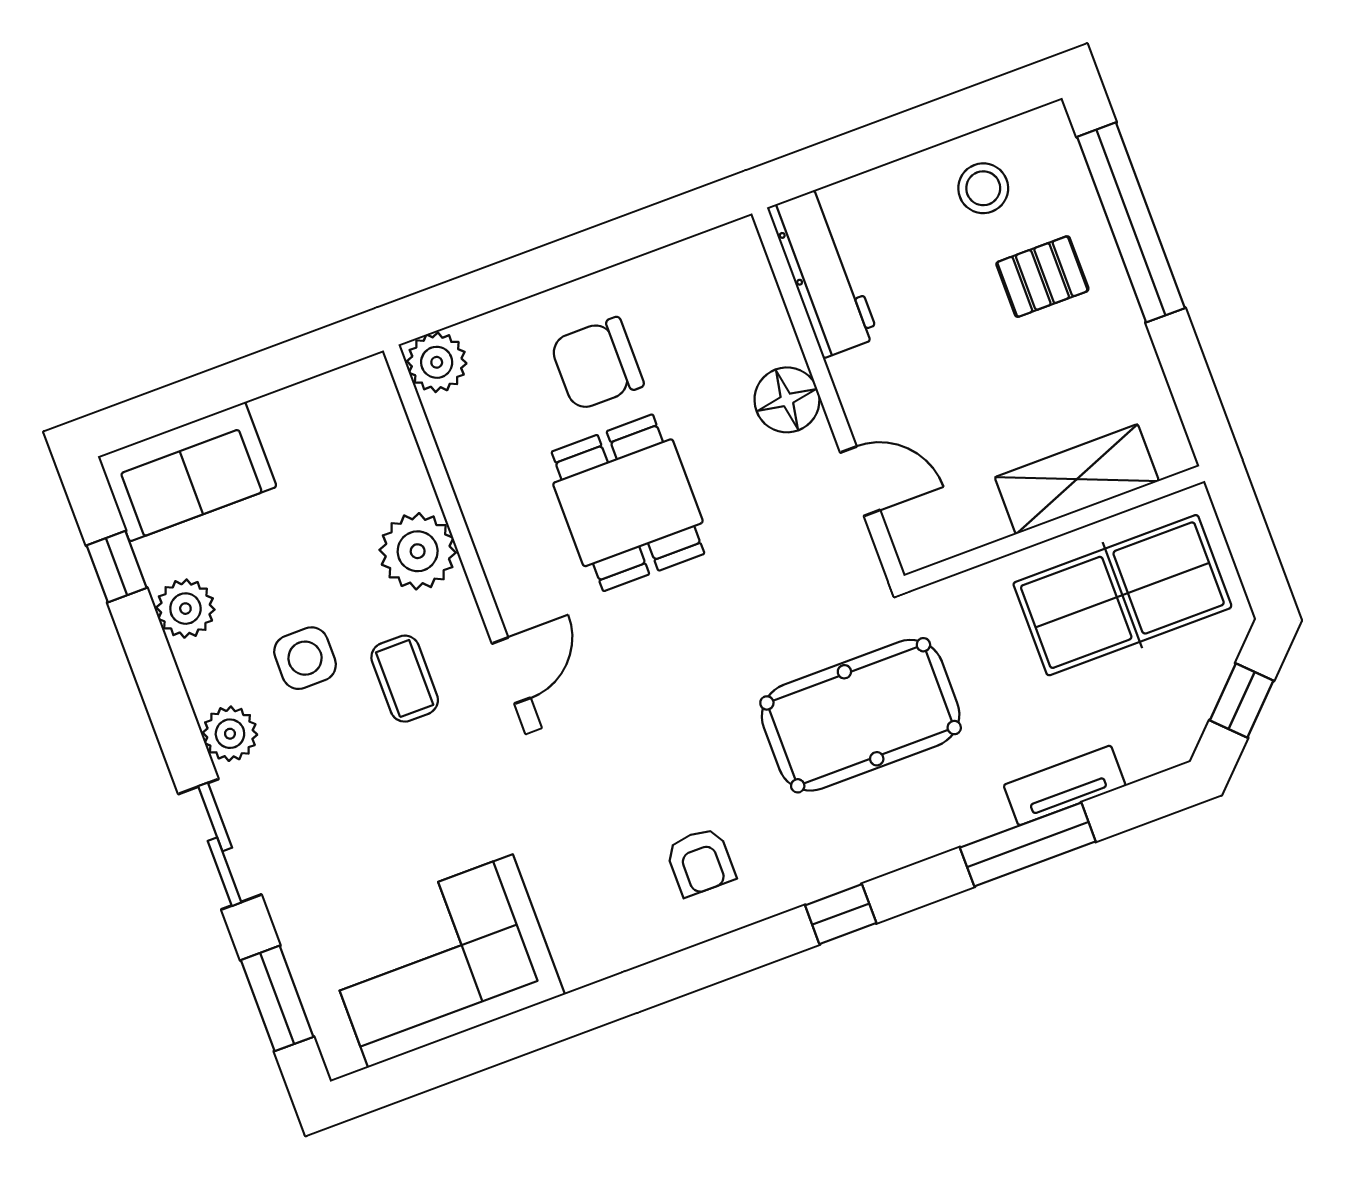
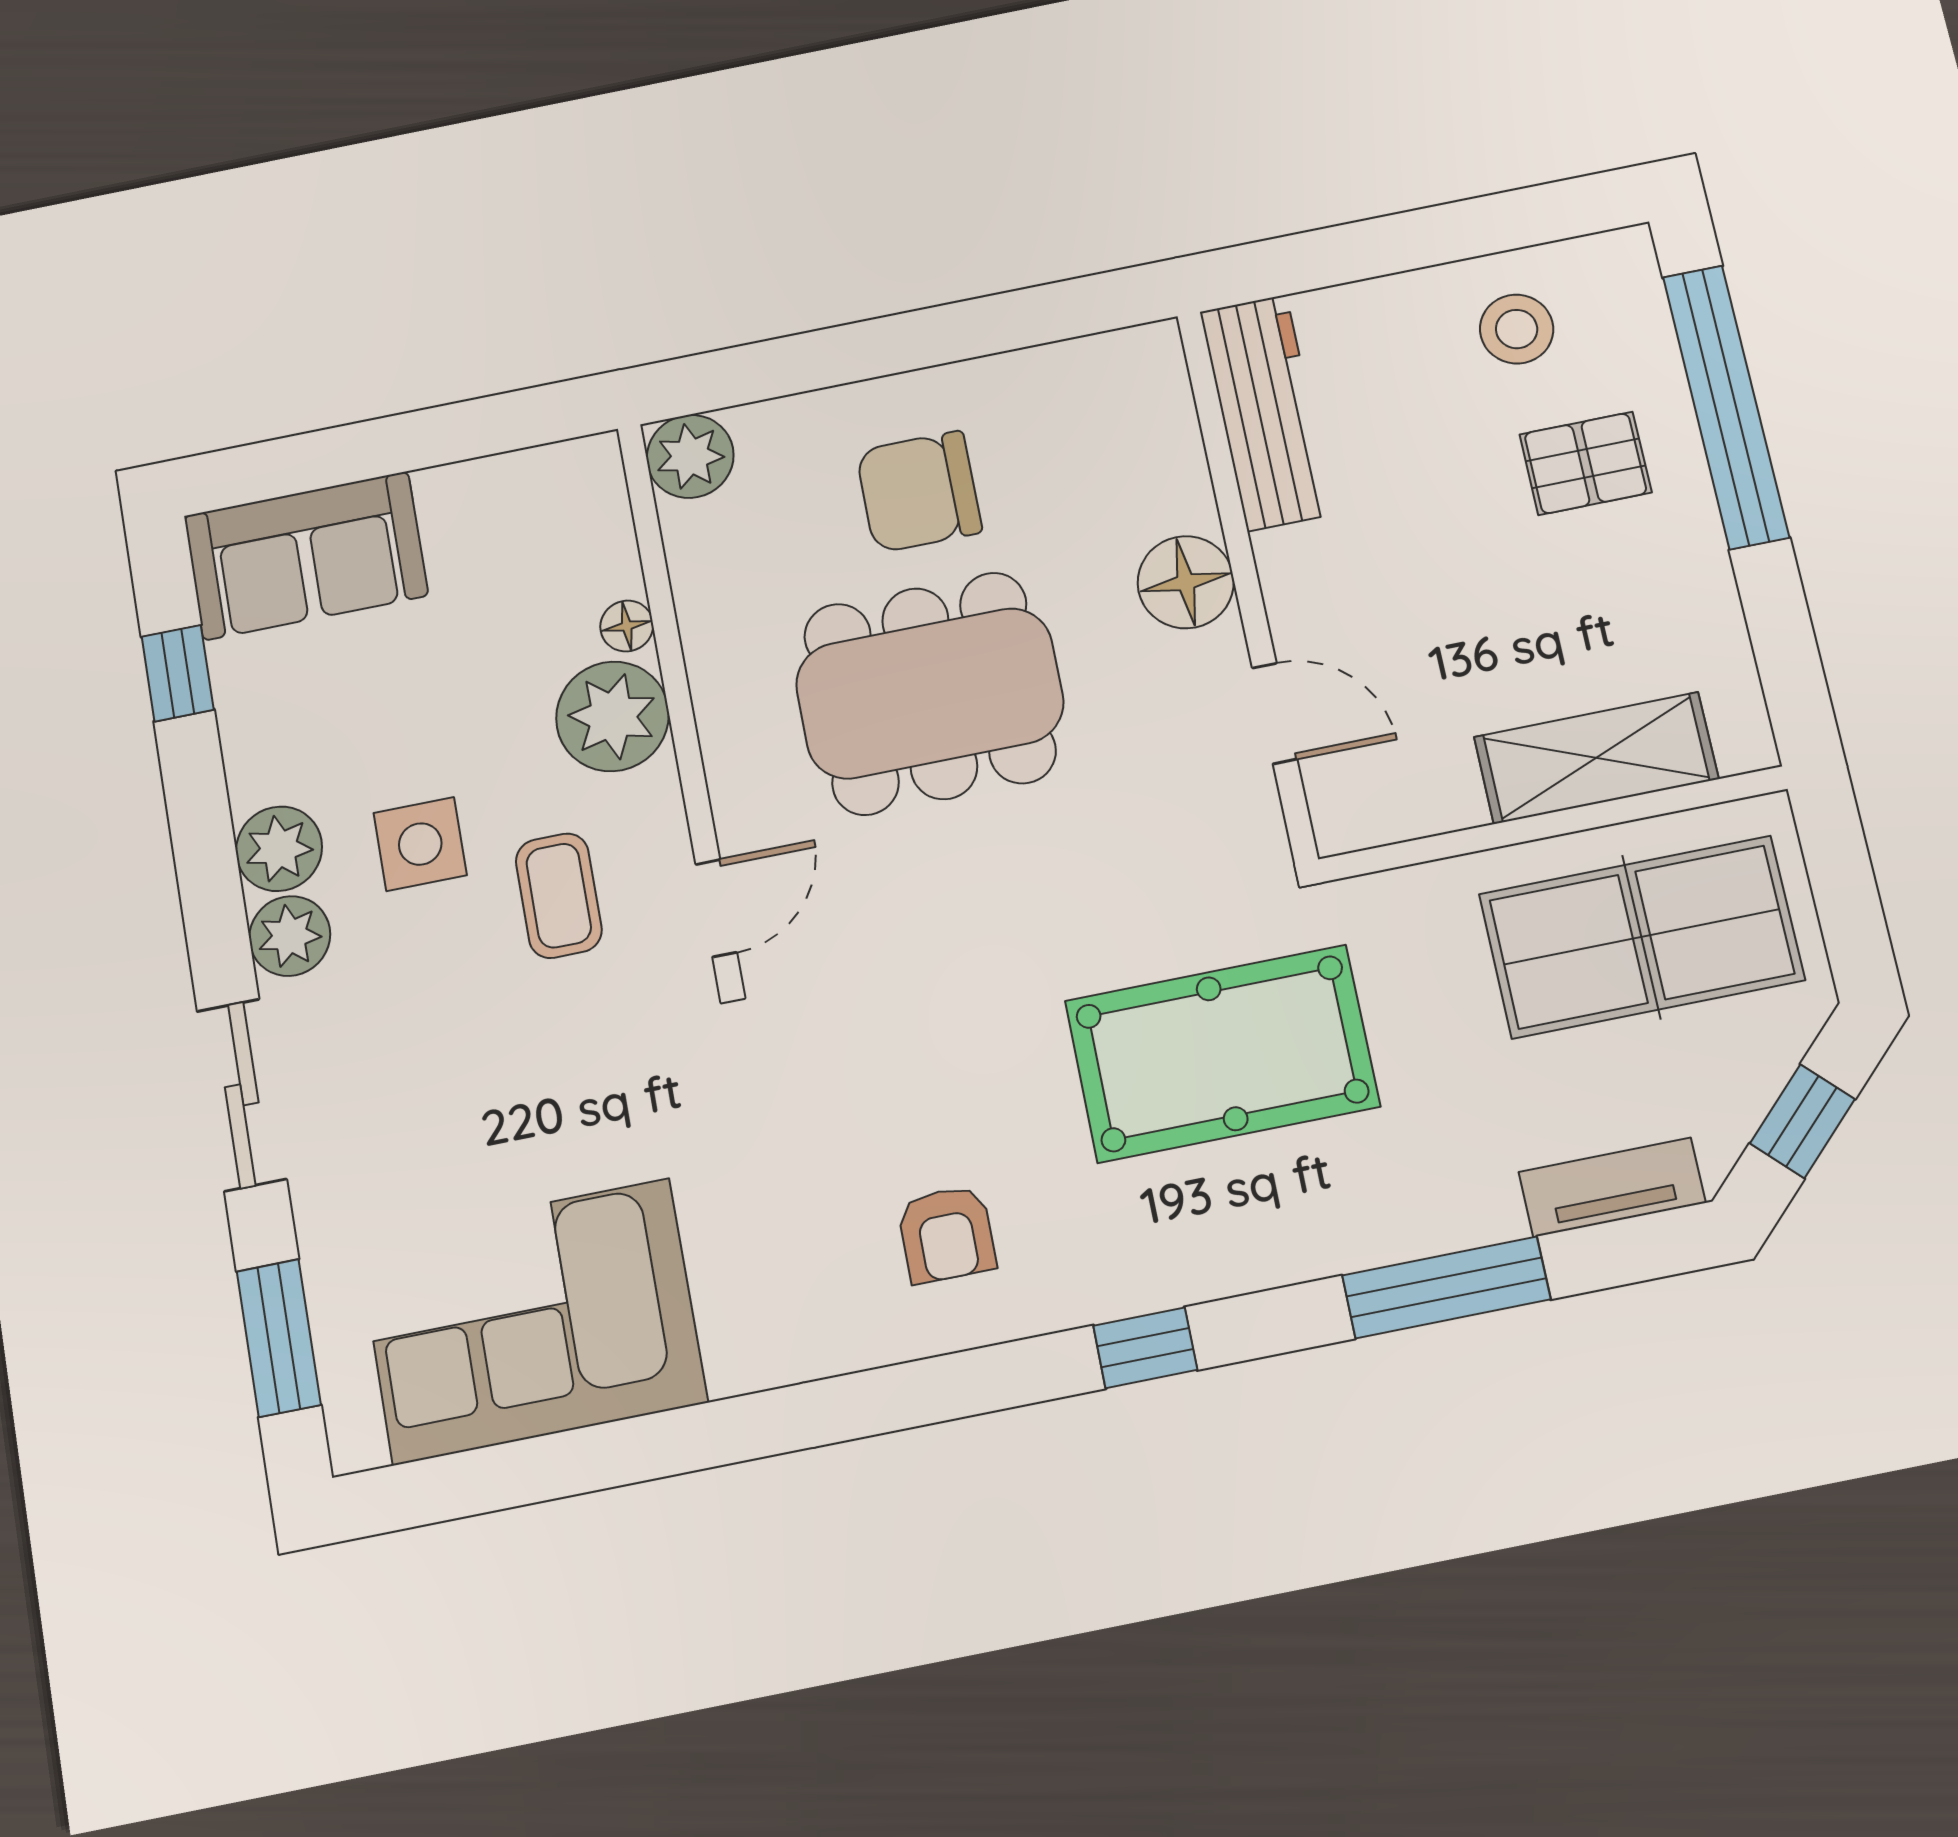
floor lamp: (416, 487) -> (627, 626), added
dining table: (628, 503) -> (930, 693), width x1.37
plant: (185, 609) -> (279, 849), moved
tv unit: (1065, 785) -> (1612, 1187), moved

